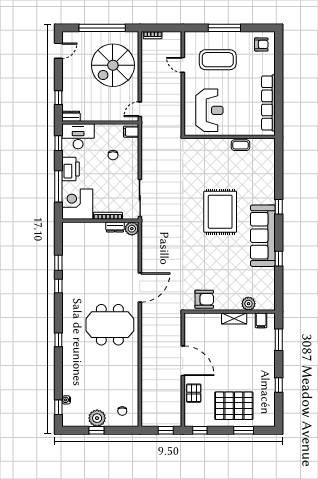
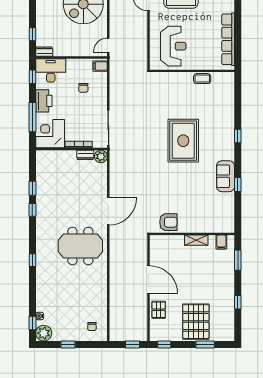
sofa: (263, 236) -> (225, 176), width x0.54, depth x0.79
plant: (248, 304) -> (210, 226), removed
pallet: (234, 406) -> (196, 322), turned 90
plant: (97, 418) -> (44, 333), moved

